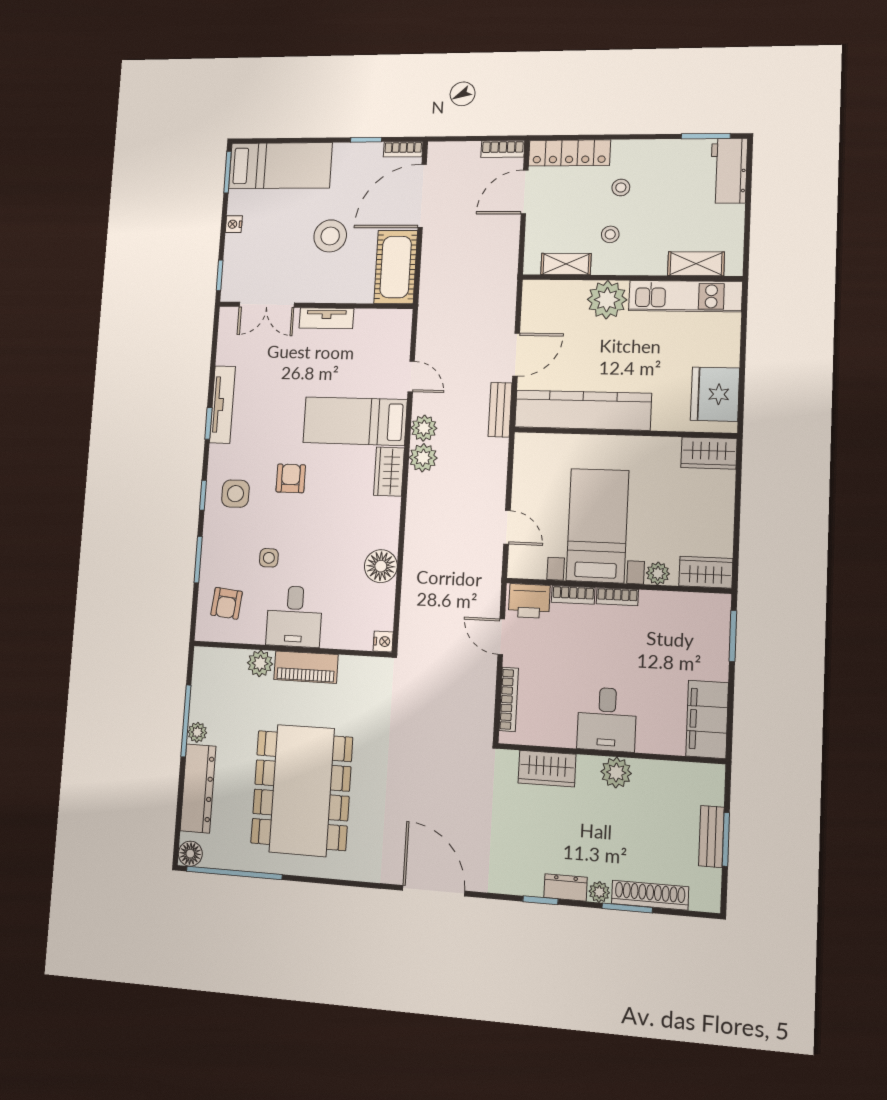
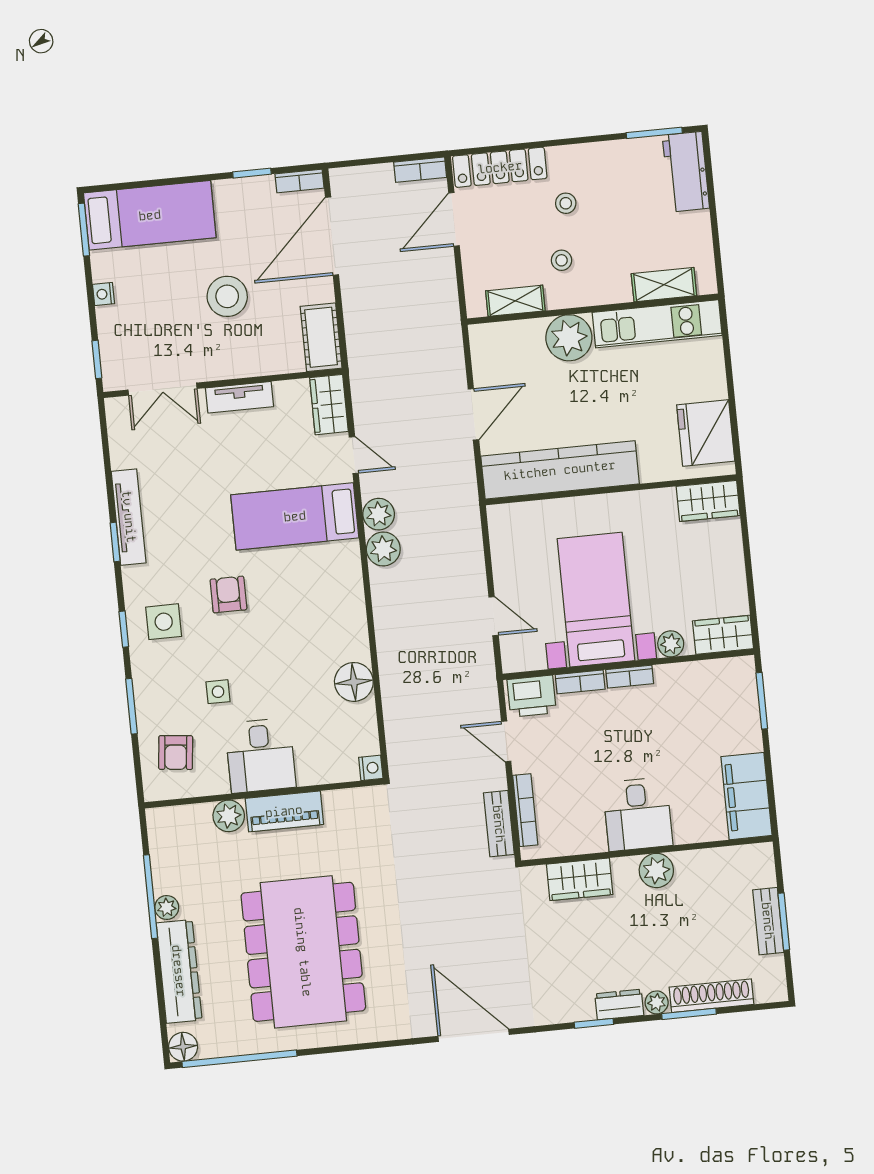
cot: (396, 267) -> (321, 337), width x0.73, depth x0.75
bench: (500, 410) -> (499, 824), moved
wardrobe: (389, 472) -> (329, 405), moved

